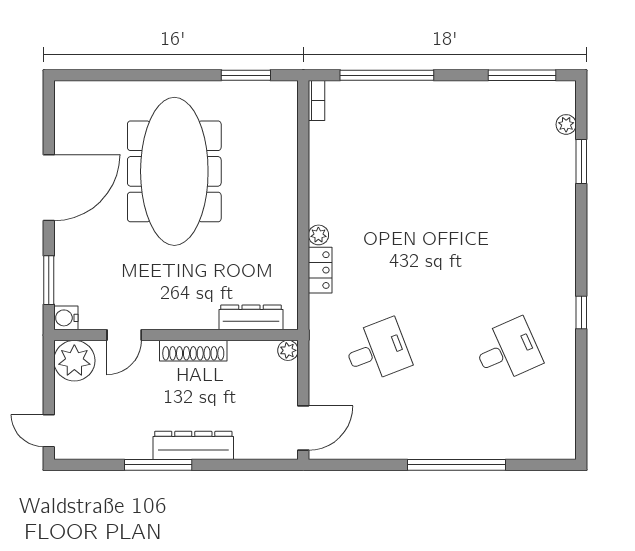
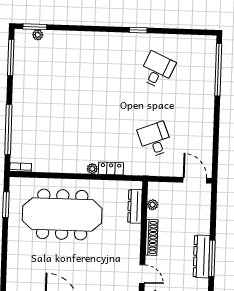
window: (581, 162) -> (35, 27), moved
meeting table: (174, 171) -> (62, 215), moved
plant: (288, 350) -> (153, 205), moved
desk: (507, 351) -> (157, 70), turned 48
dresser: (193, 445) -> (202, 256), moved
window: (457, 465) -> (218, 70), moved

